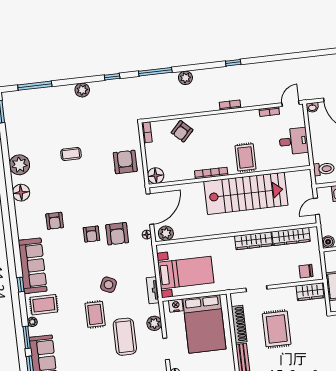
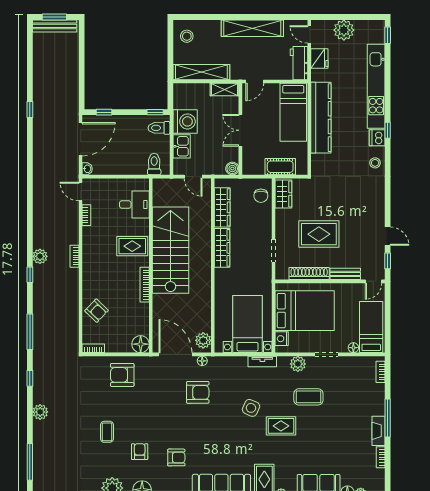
window: (233, 63) -> (30, 275), moved
plant: (185, 78) -> (40, 256), moved
desk: (294, 141) -> (134, 204), moved, turned 90
armchair: (91, 234) -> (140, 452), moved, turned -90
coffee table: (125, 337) -> (308, 397), width x0.73, depth x0.76

